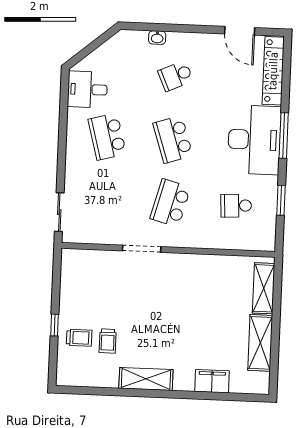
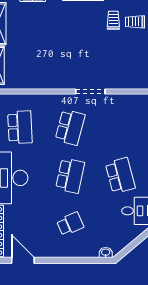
washbasin: (157, 38) -> (106, 253), moved
school desk: (173, 139) -> (70, 176), turned 30
school desk: (236, 206) -> (20, 127), width x1.85

